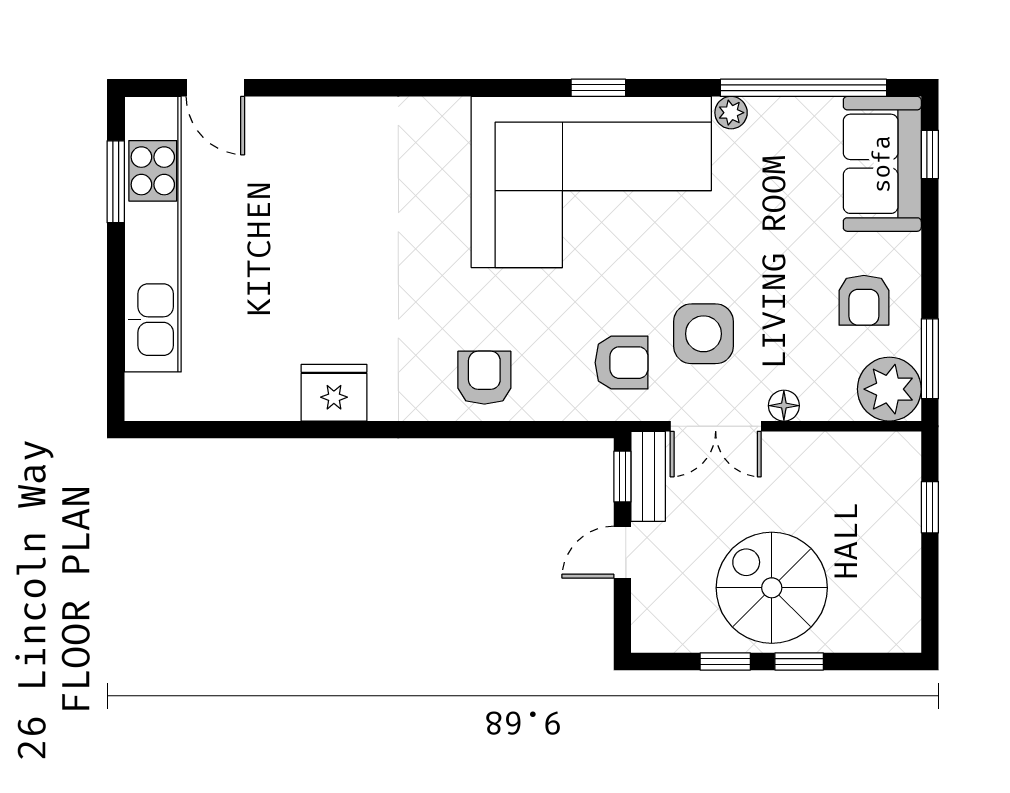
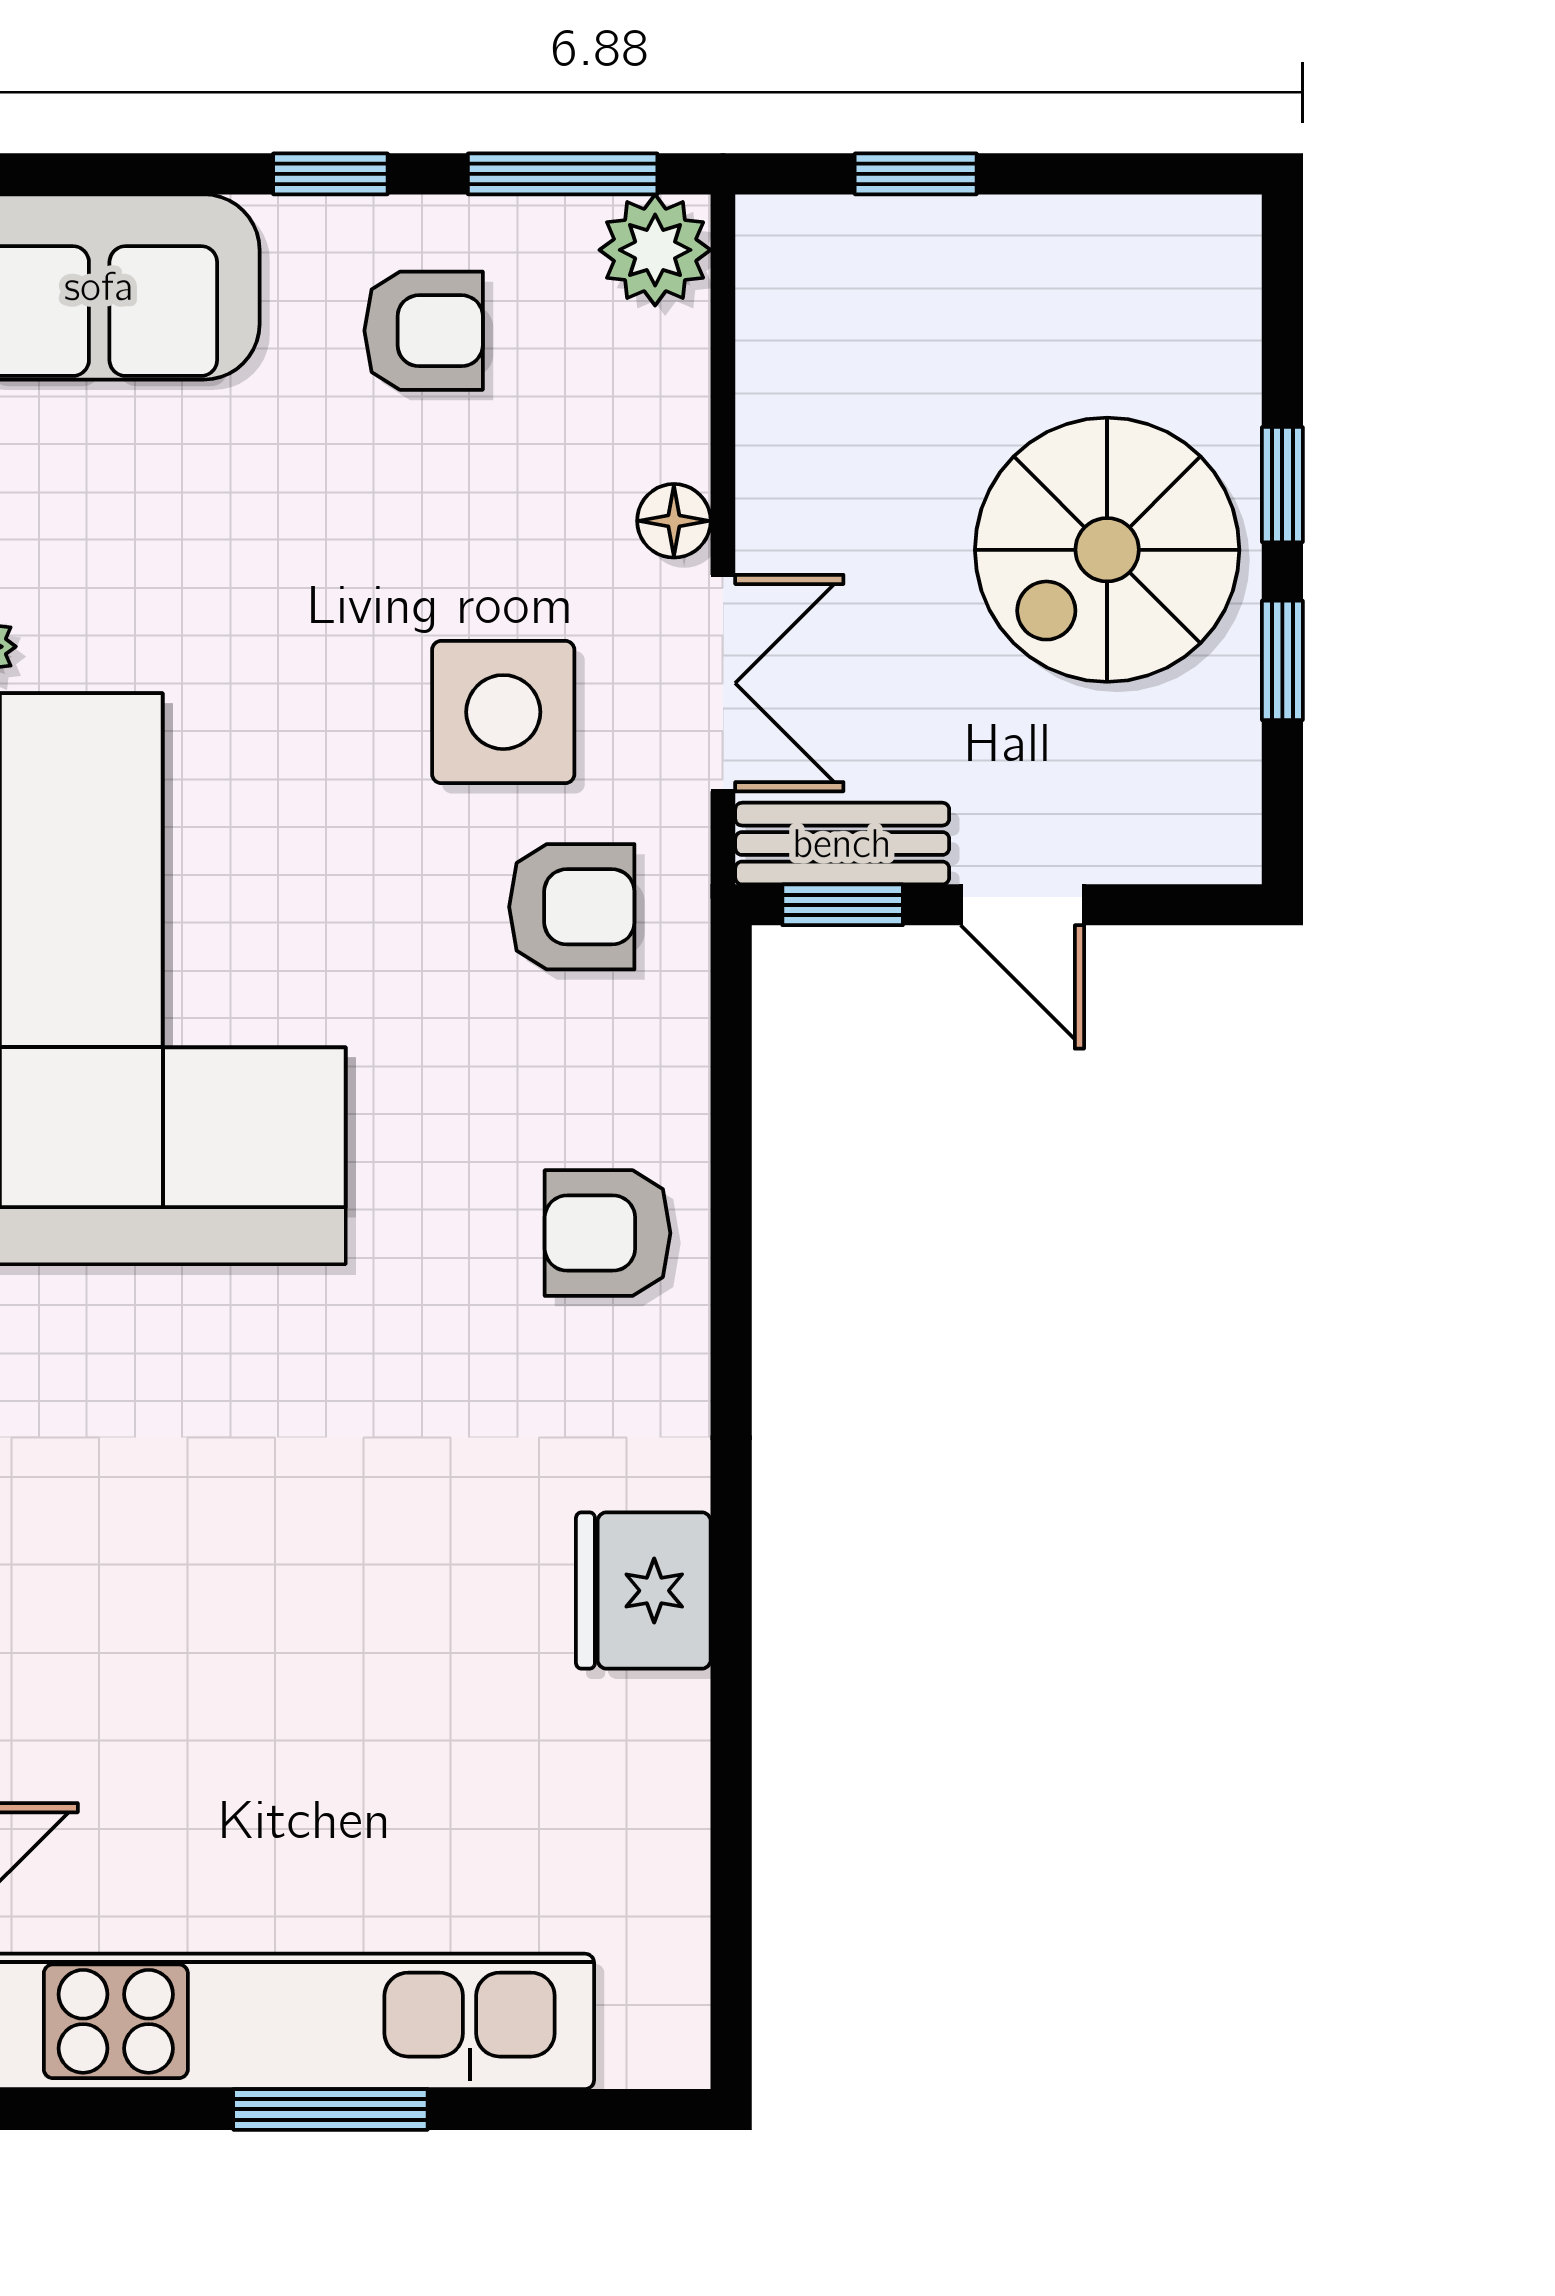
window: (930, 154) -> (330, 174), moved
window: (116, 182) -> (330, 2109), moved
armchair: (622, 363) -> (572, 907), turned 90
plant: (889, 389) -> (655, 250), width x0.73, depth x0.73

